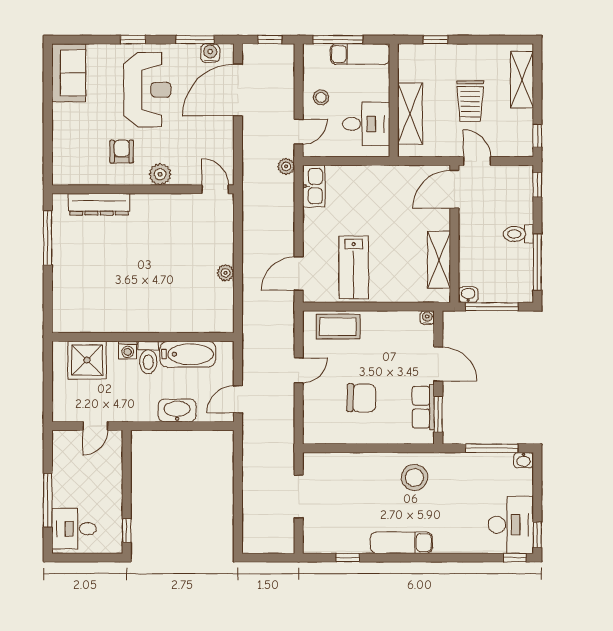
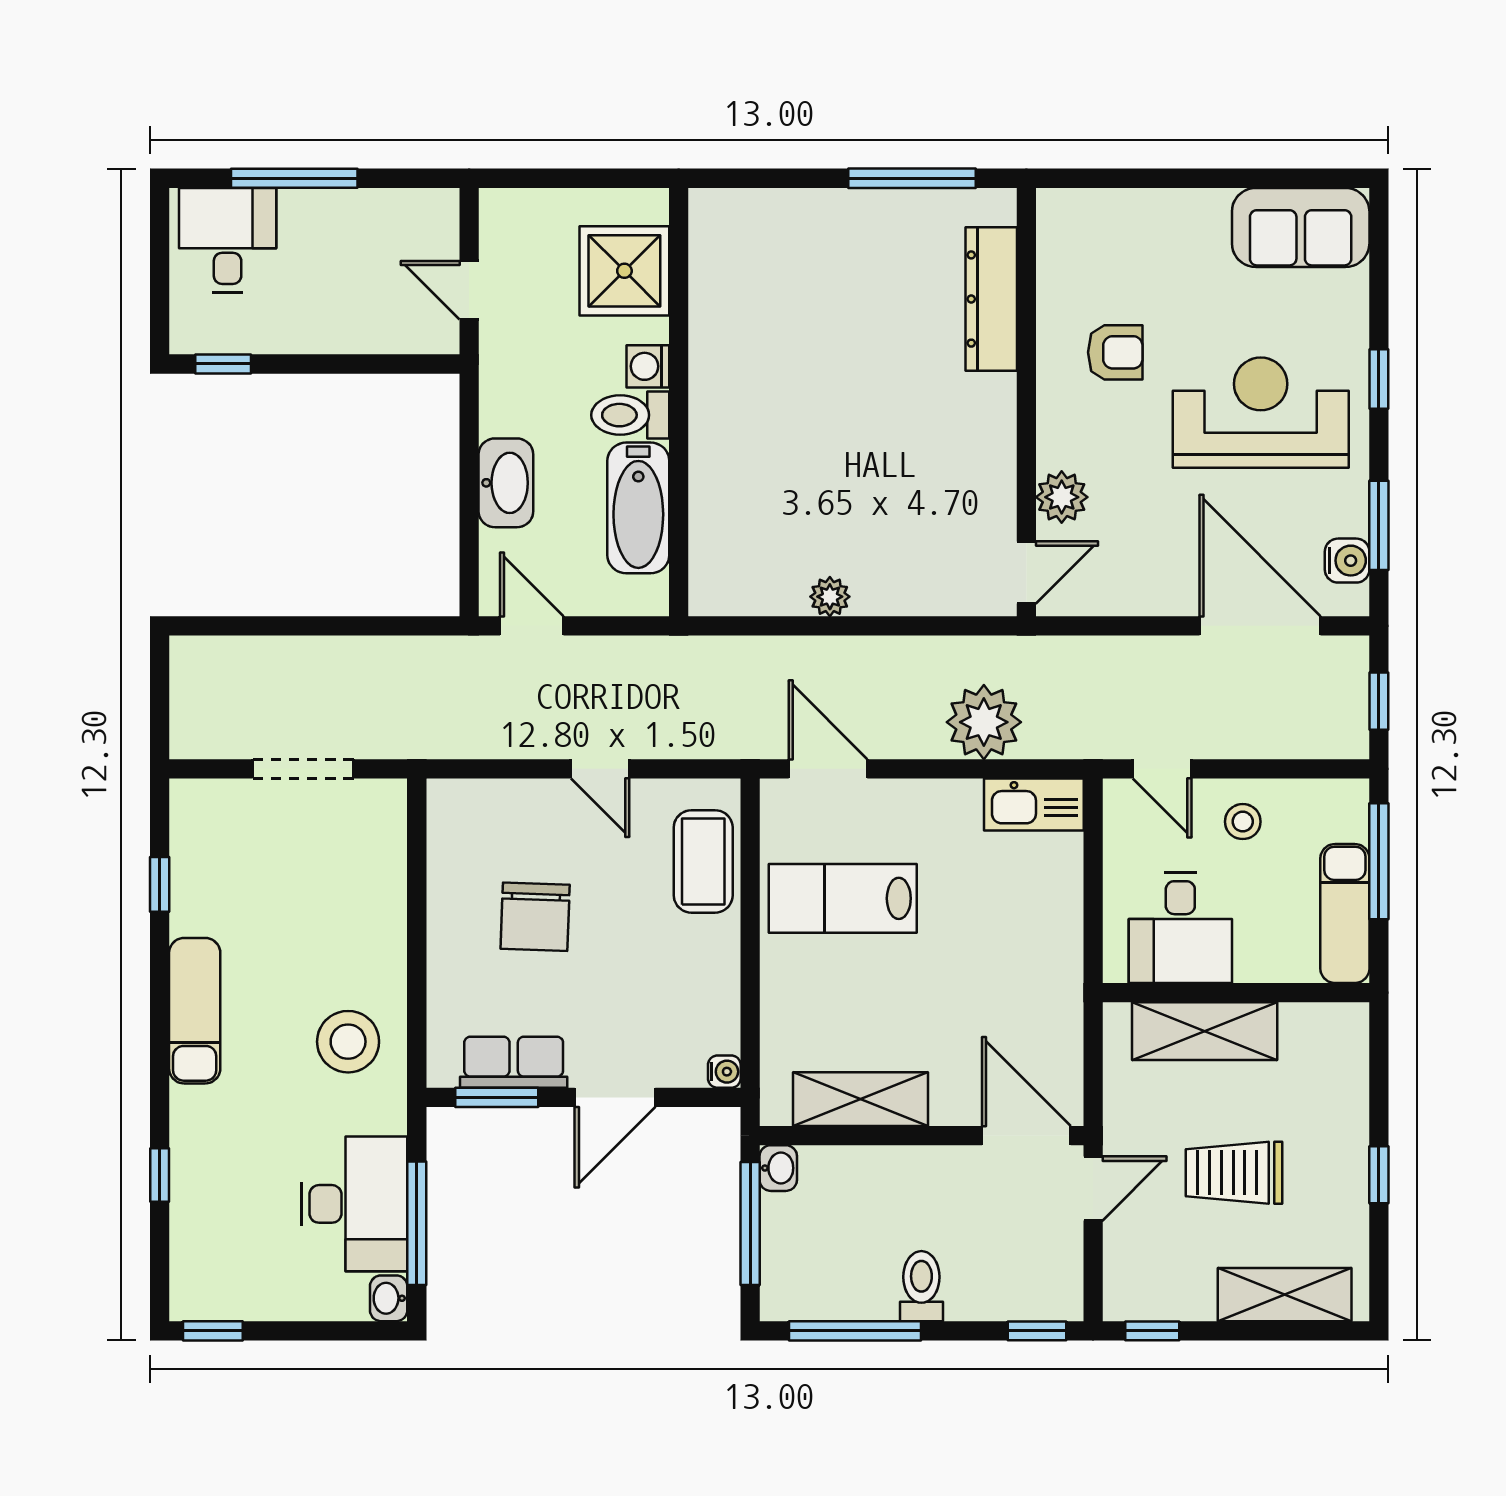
window: (436, 40) -> (1379, 1175), moved
reception desk: (147, 90) -> (1261, 413), turned 180
plant: (286, 166) -> (984, 722), moved, width x1.88, depth x1.88
plant: (160, 174) -> (1062, 497), moved
desk: (511, 525) -> (354, 1204), moved, turned -90
window: (515, 558) -> (160, 1175), moved

